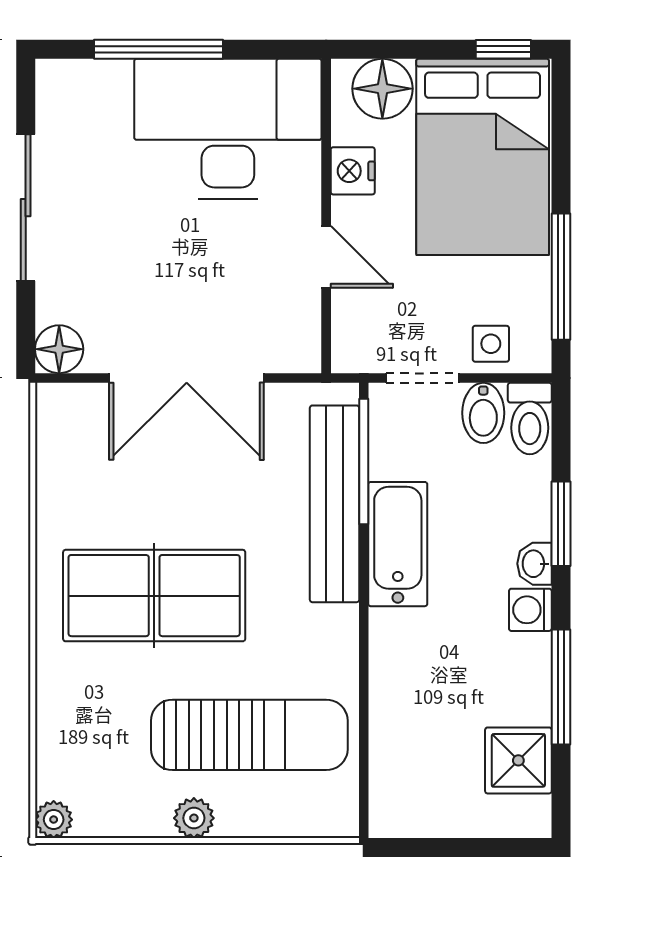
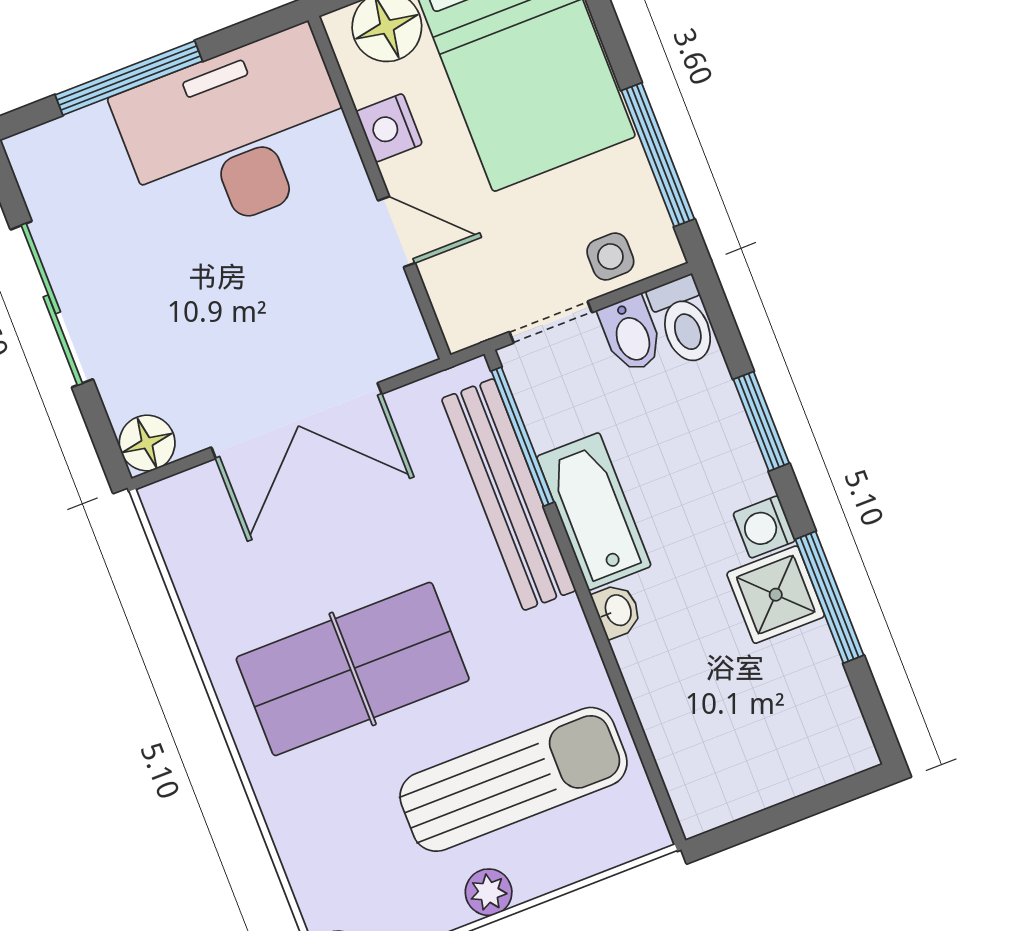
washbasin: (534, 564) -> (617, 611), moved, turned 180
shower: (518, 760) -> (776, 595), moved

